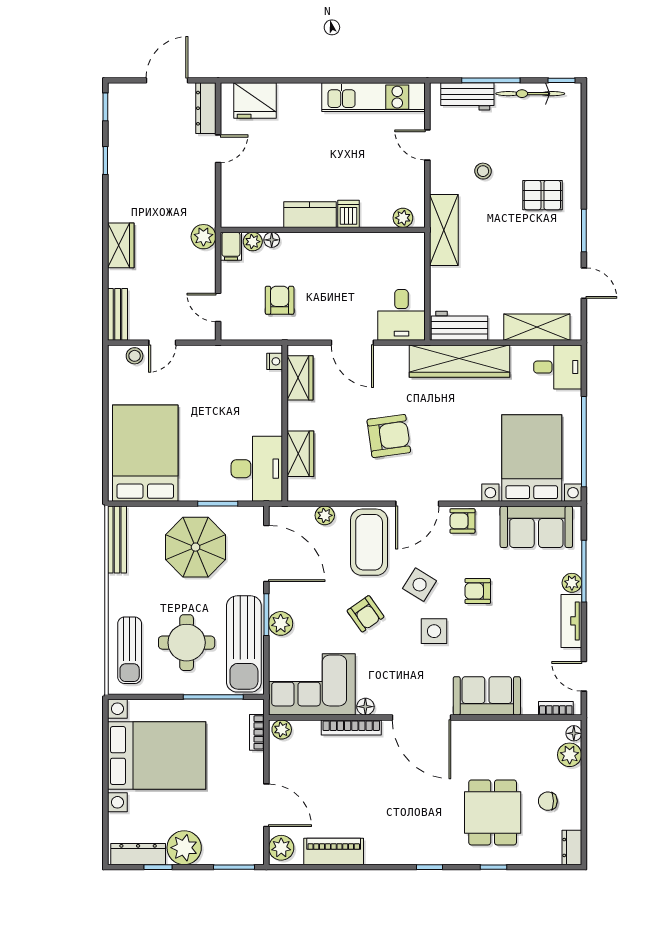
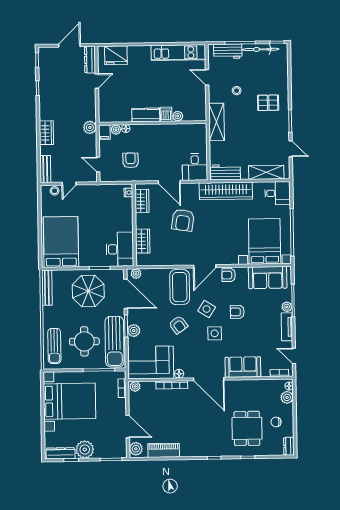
plant: (403, 218) -> (178, 116), moved
armchair: (389, 436) -> (183, 220), moved, turned 107
plant: (325, 515) -> (136, 274), moved

